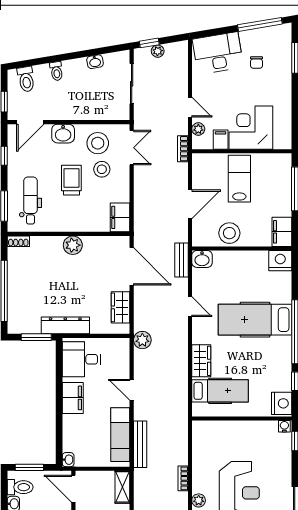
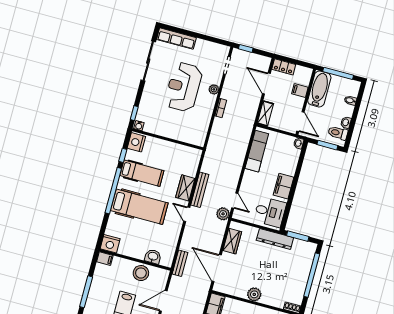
filing cabinet: (282, 232) -> (105, 259), width x0.50
washbasin: (202, 259) -> (153, 257), moved
door: (190, 307) -> (187, 214), moved
door: (132, 390) -> (235, 201), moved
hospital bed: (220, 391) -> (142, 173), moved, turned 180
bench: (140, 444) -> (200, 190), moved

